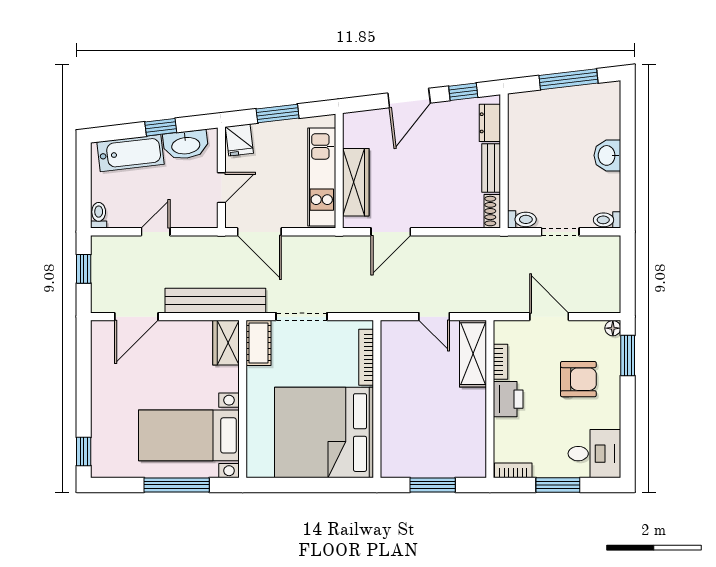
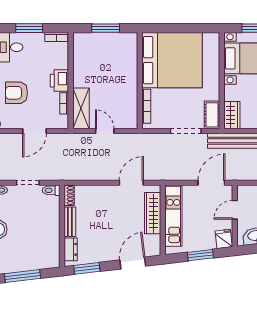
window: (463, 92) -> (87, 268), width x1.50
door: (409, 98) -> (133, 263), moved
door: (259, 232) -> (211, 183), hinge flipped
door: (549, 317) -> (34, 131), hinge flipped

